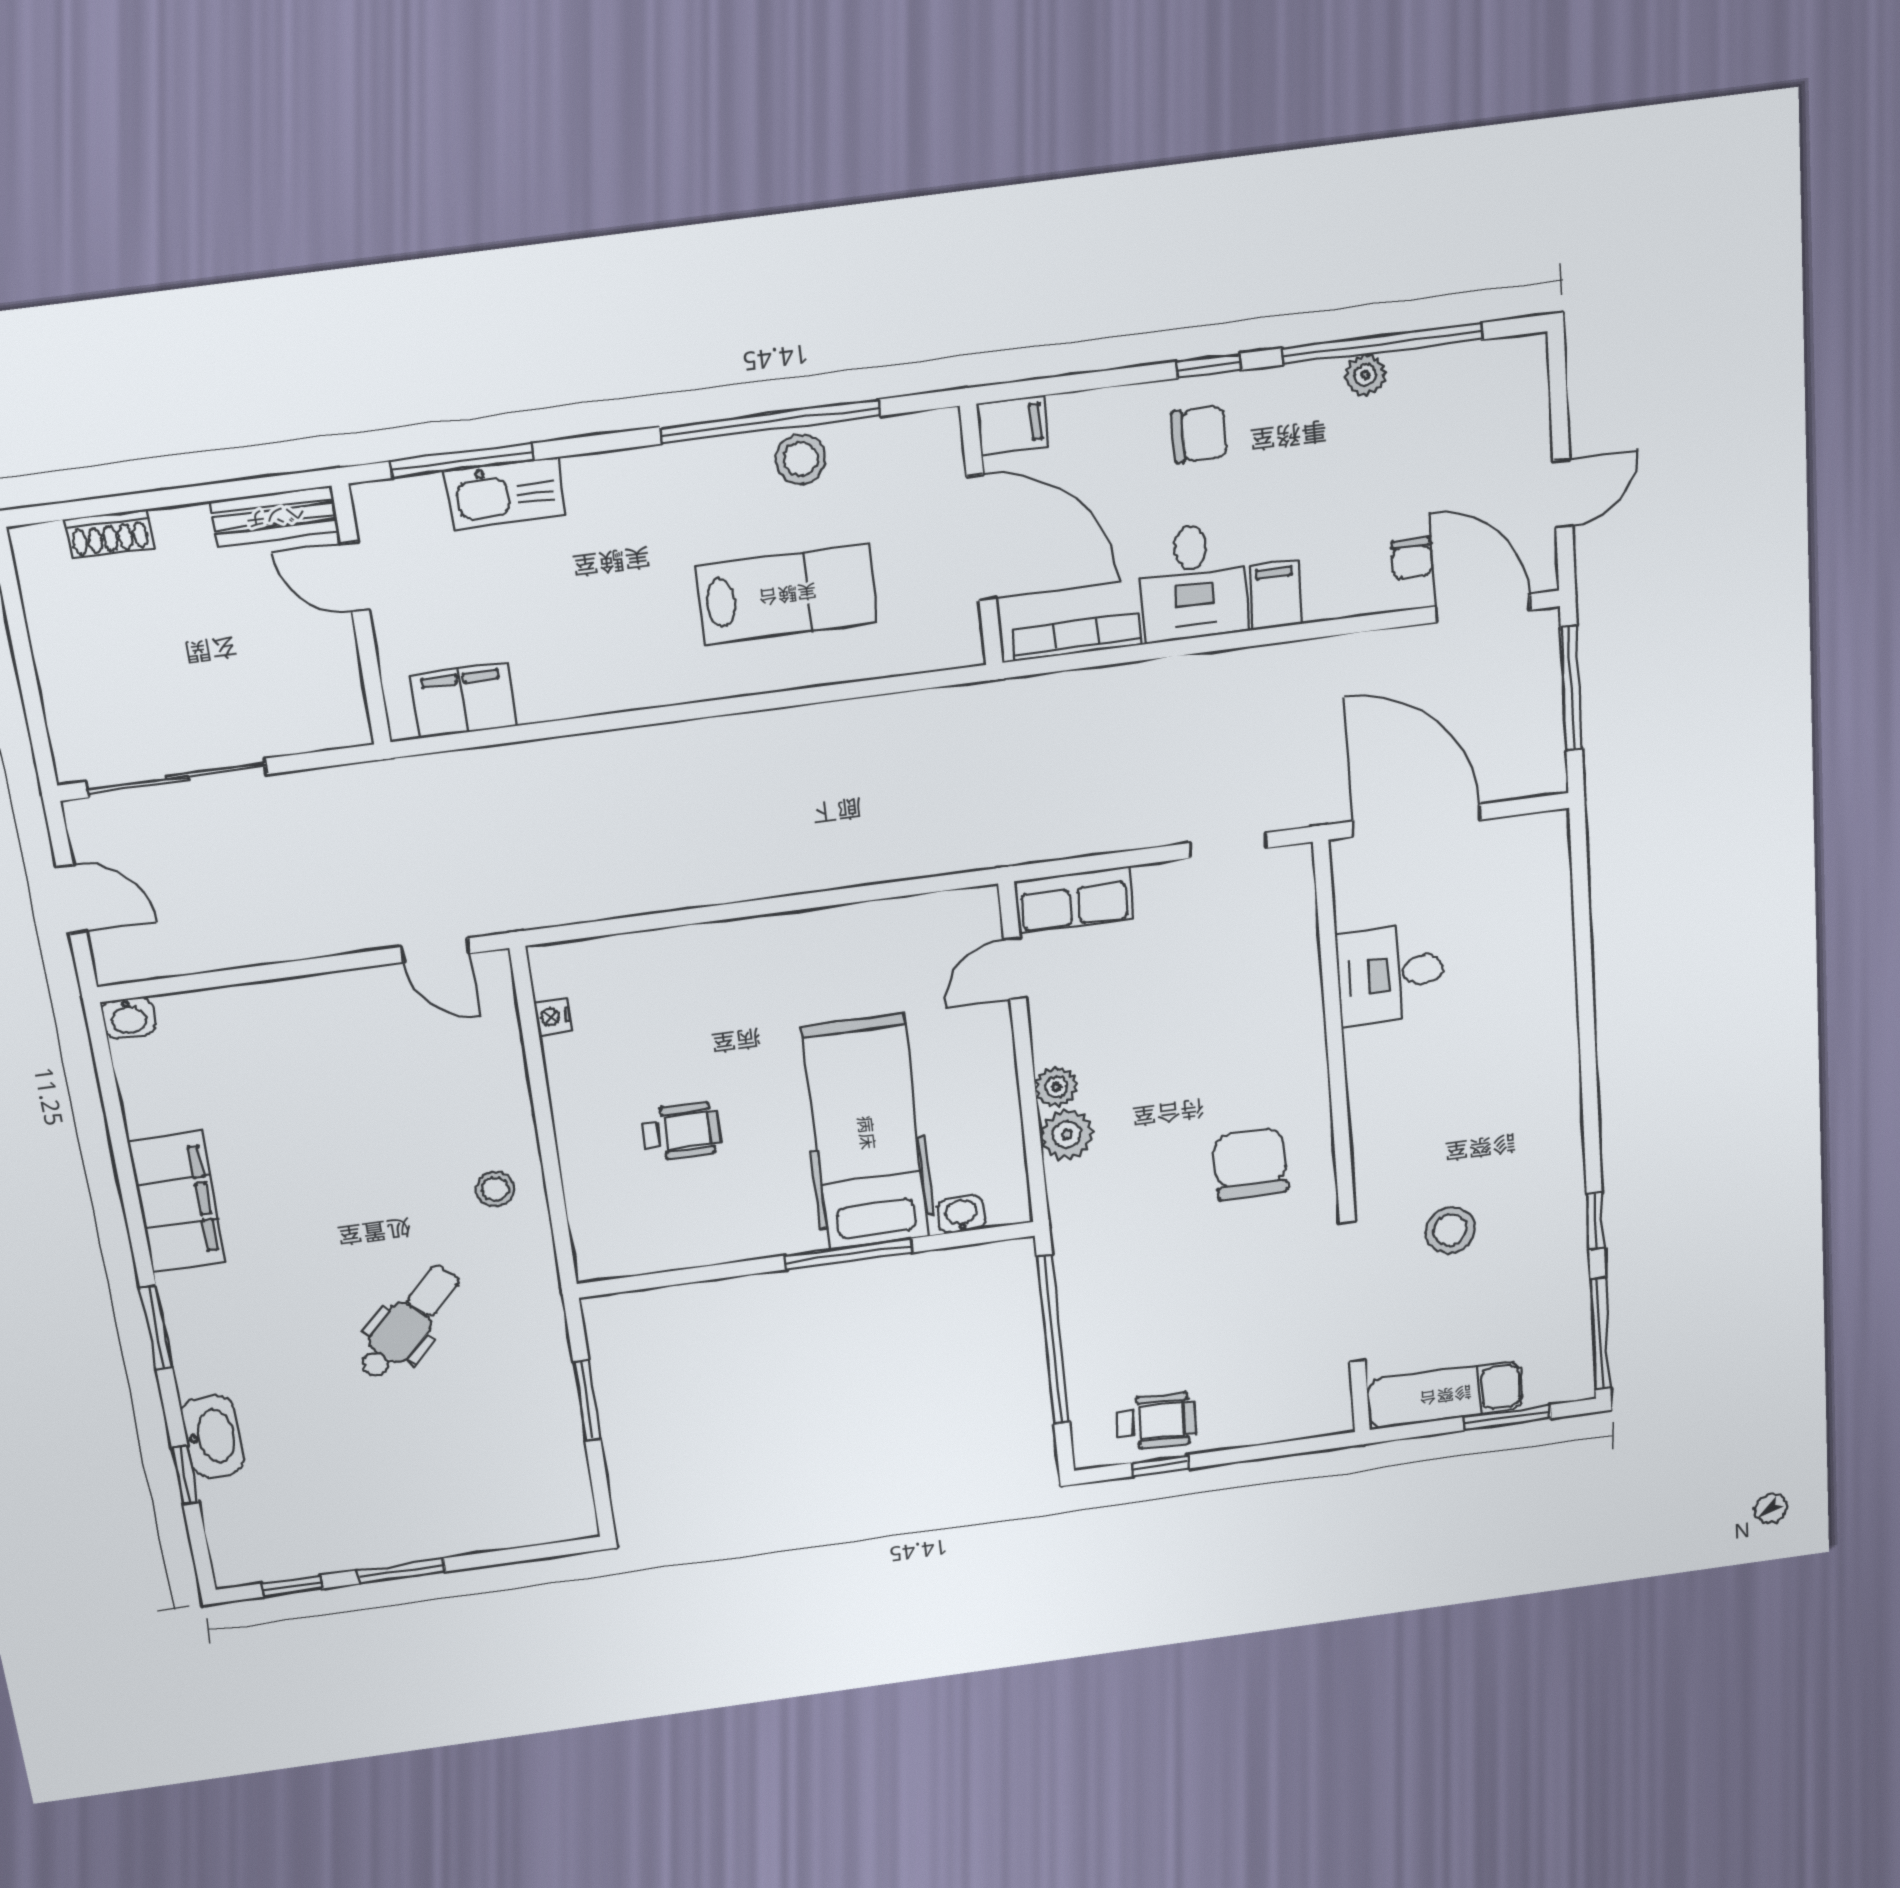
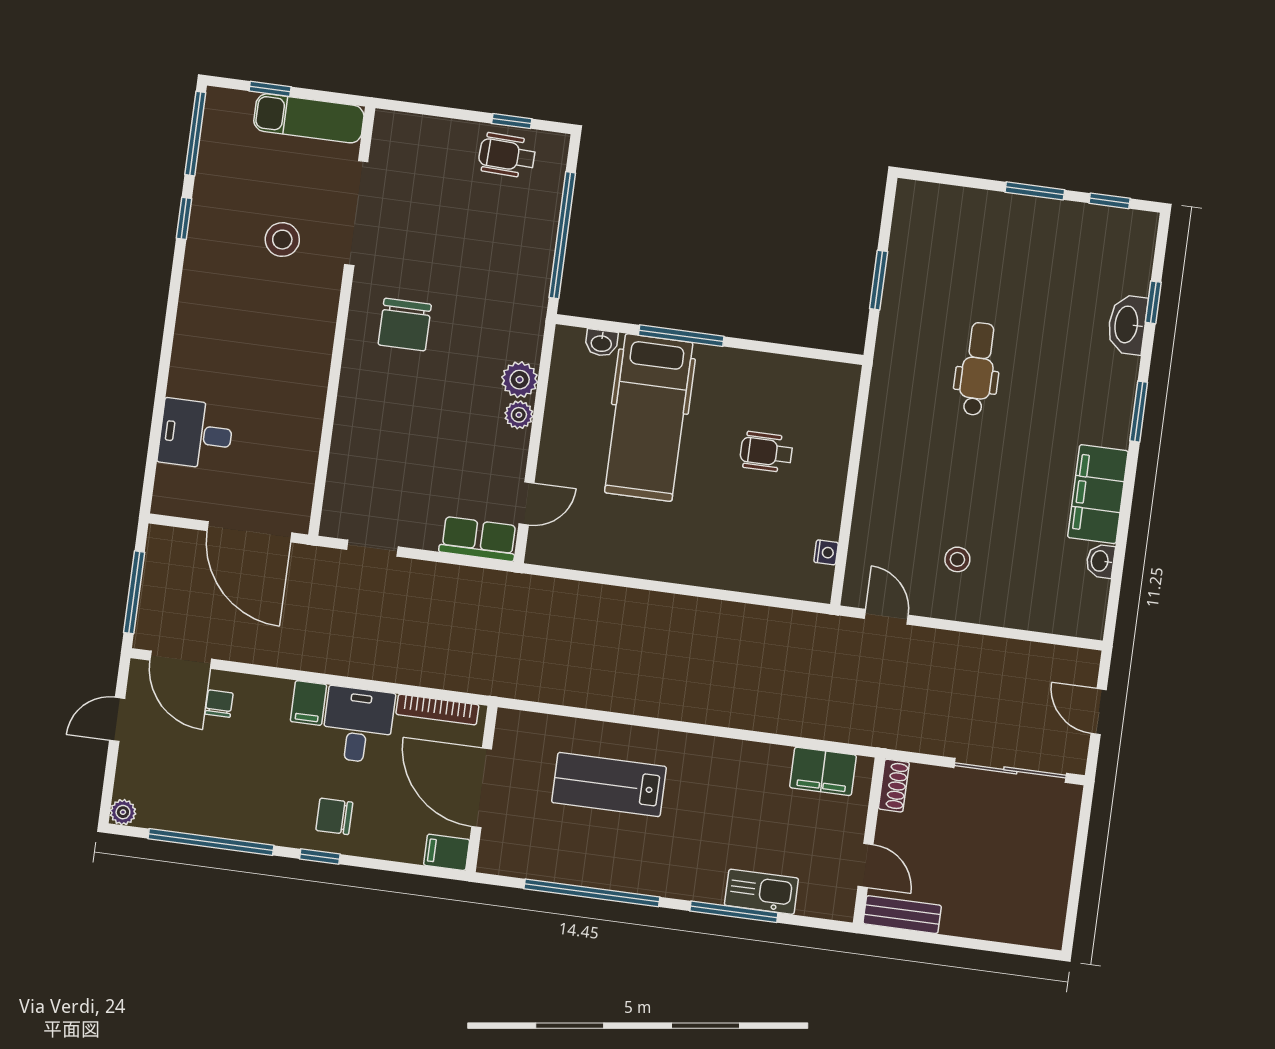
plant: (1365, 375) -> (123, 812), moved
stool: (801, 459) -> (579, 865), removed
window: (462, 461) -> (734, 912), moved
shoe rack: (109, 534) -> (894, 786), moved, turned 90
desk: (1391, 974) -> (196, 434), moved, turned 180
washbasin: (129, 1018) -> (1100, 561), moved, turned -90
stool: (495, 1189) -> (957, 559), moved
dental chair: (408, 1322) -> (978, 369), turned 136
window: (1507, 1418) -> (270, 89), width x0.67

